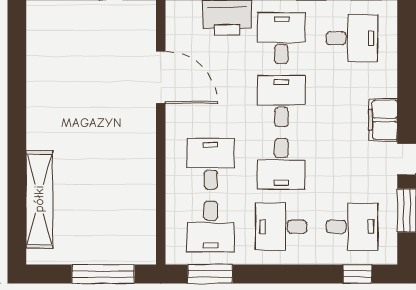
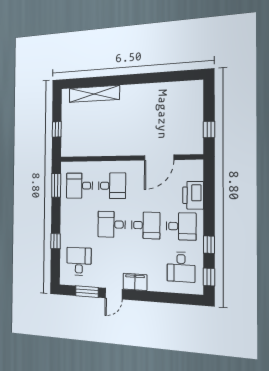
desk: (281, 227) -> (79, 223), removed
desk: (352, 227) -> (79, 261), turned 180
window: (103, 274) -> (57, 129), width x0.46
window: (357, 274) -> (56, 241), moved

